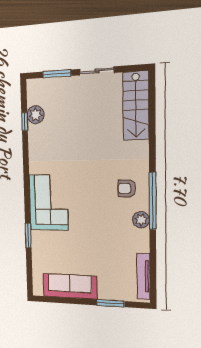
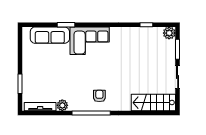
plant: (36, 115) -> (169, 33), moved
plant: (141, 220) -> (62, 105), moved
sofa: (70, 286) -> (50, 35), moved, turned 90

